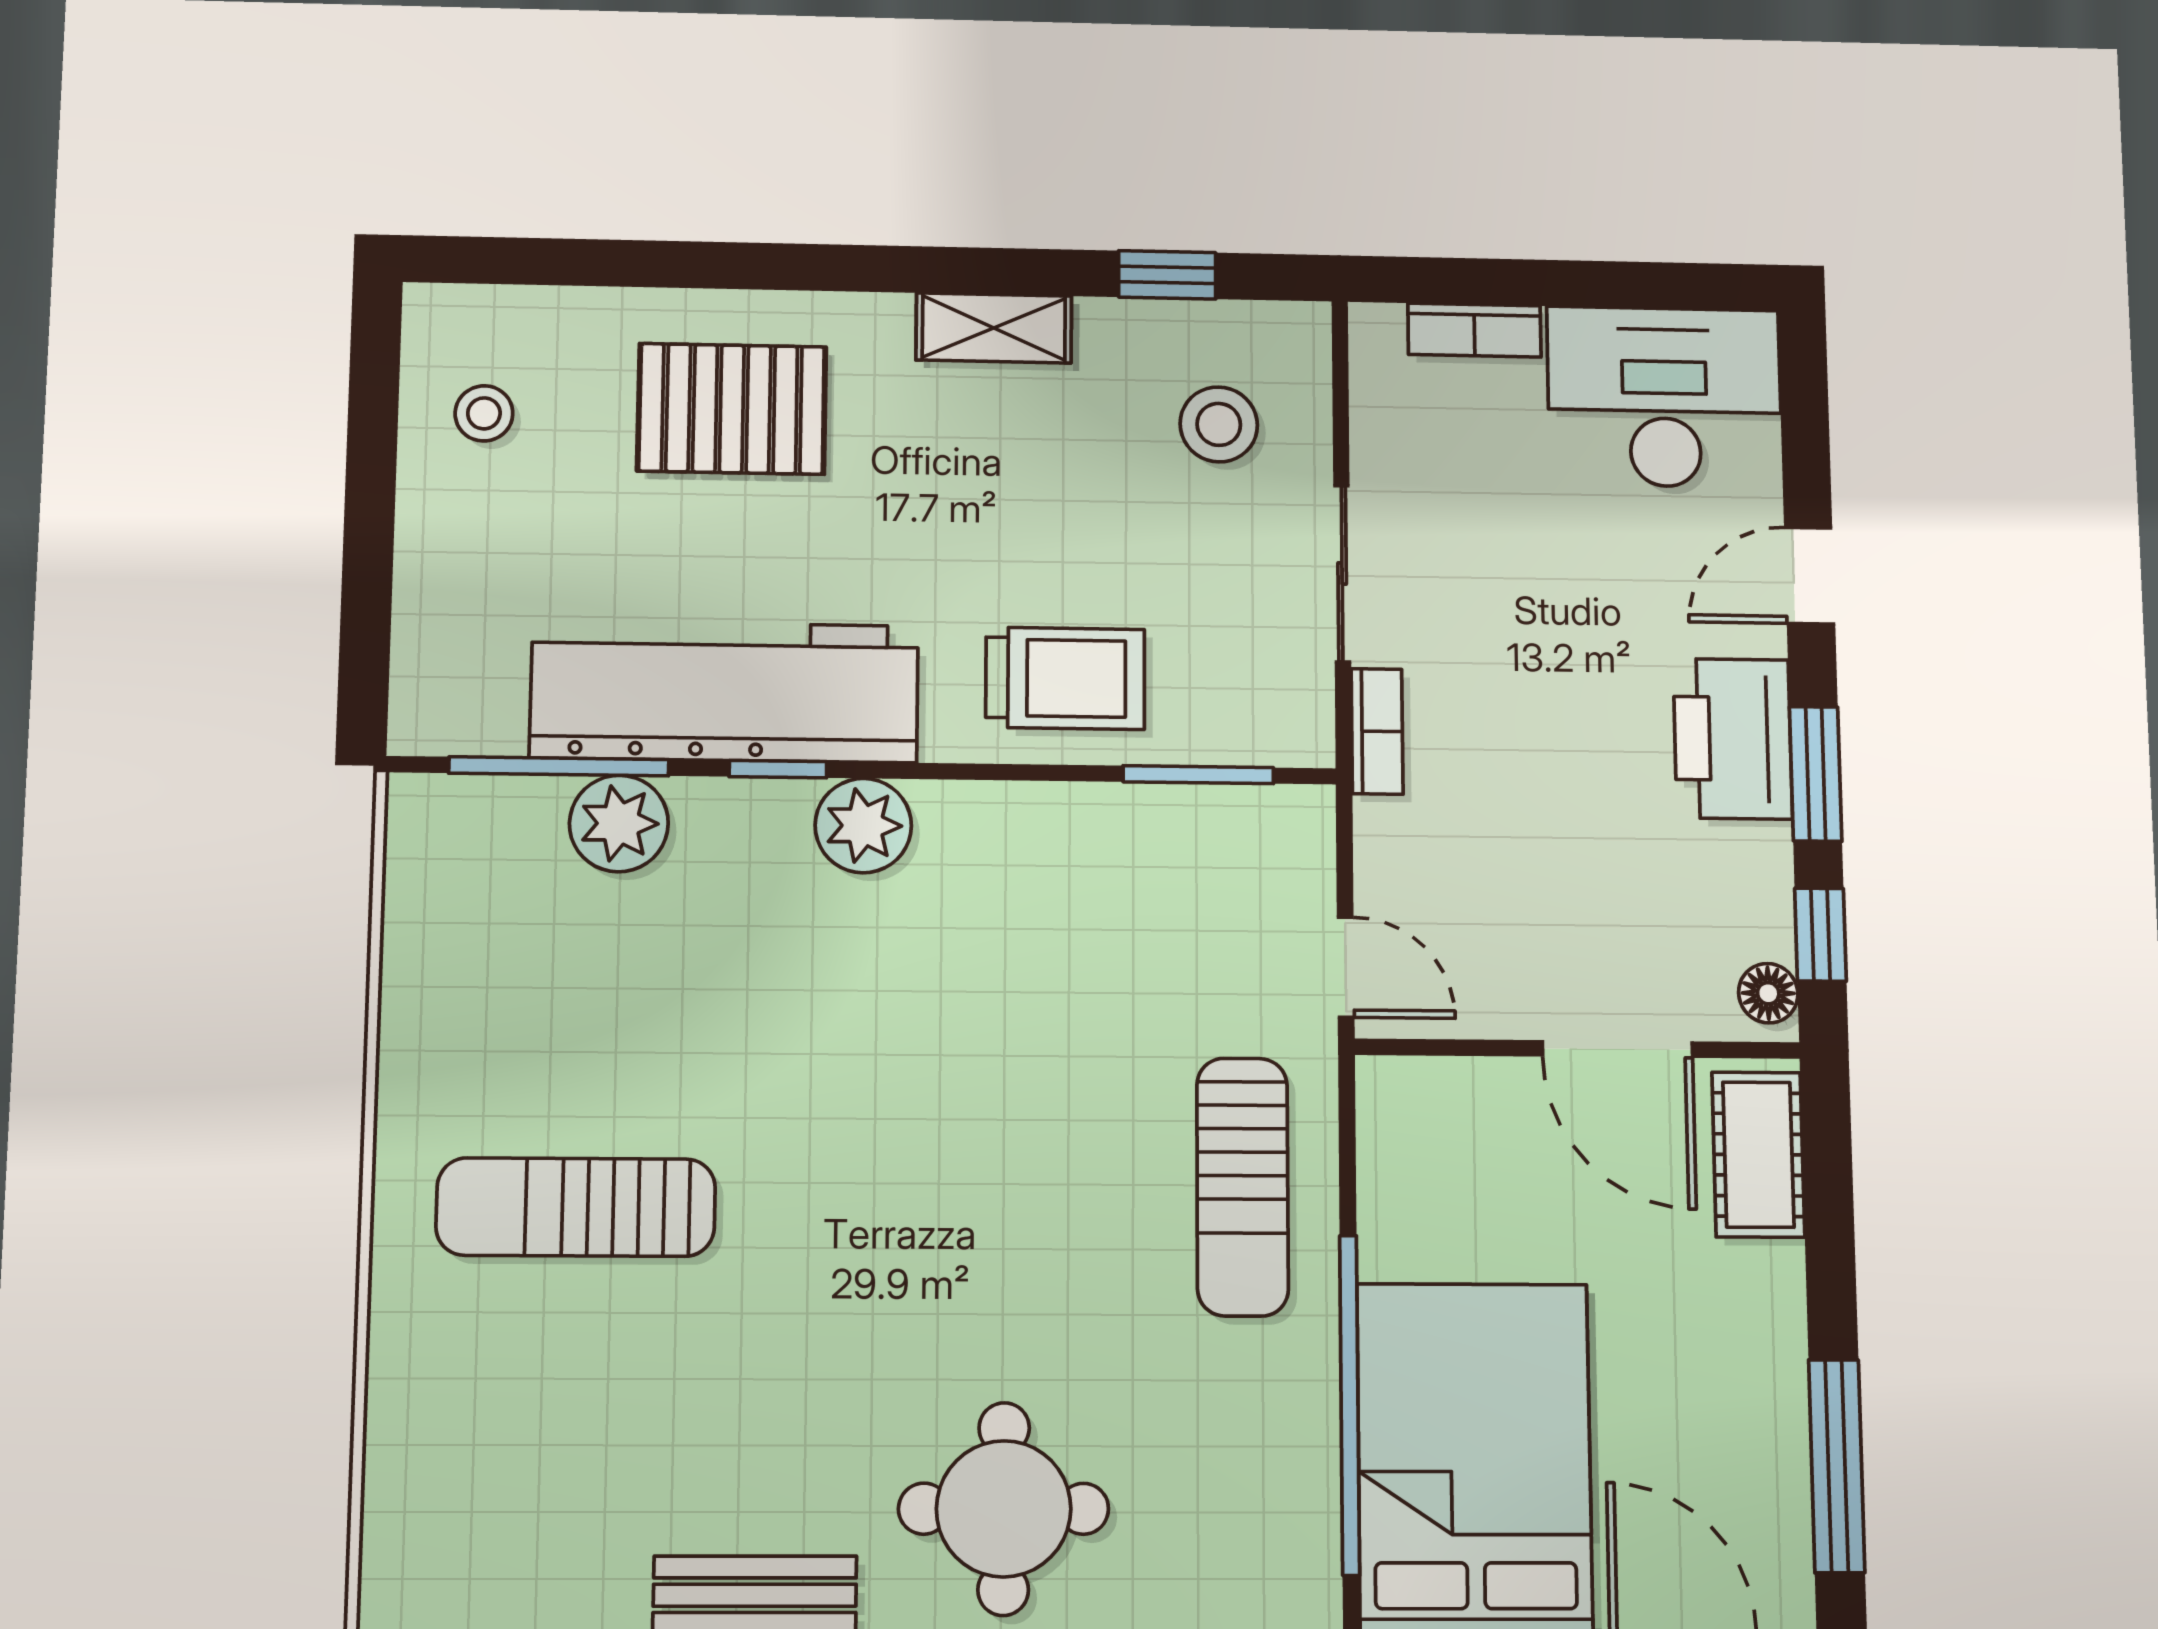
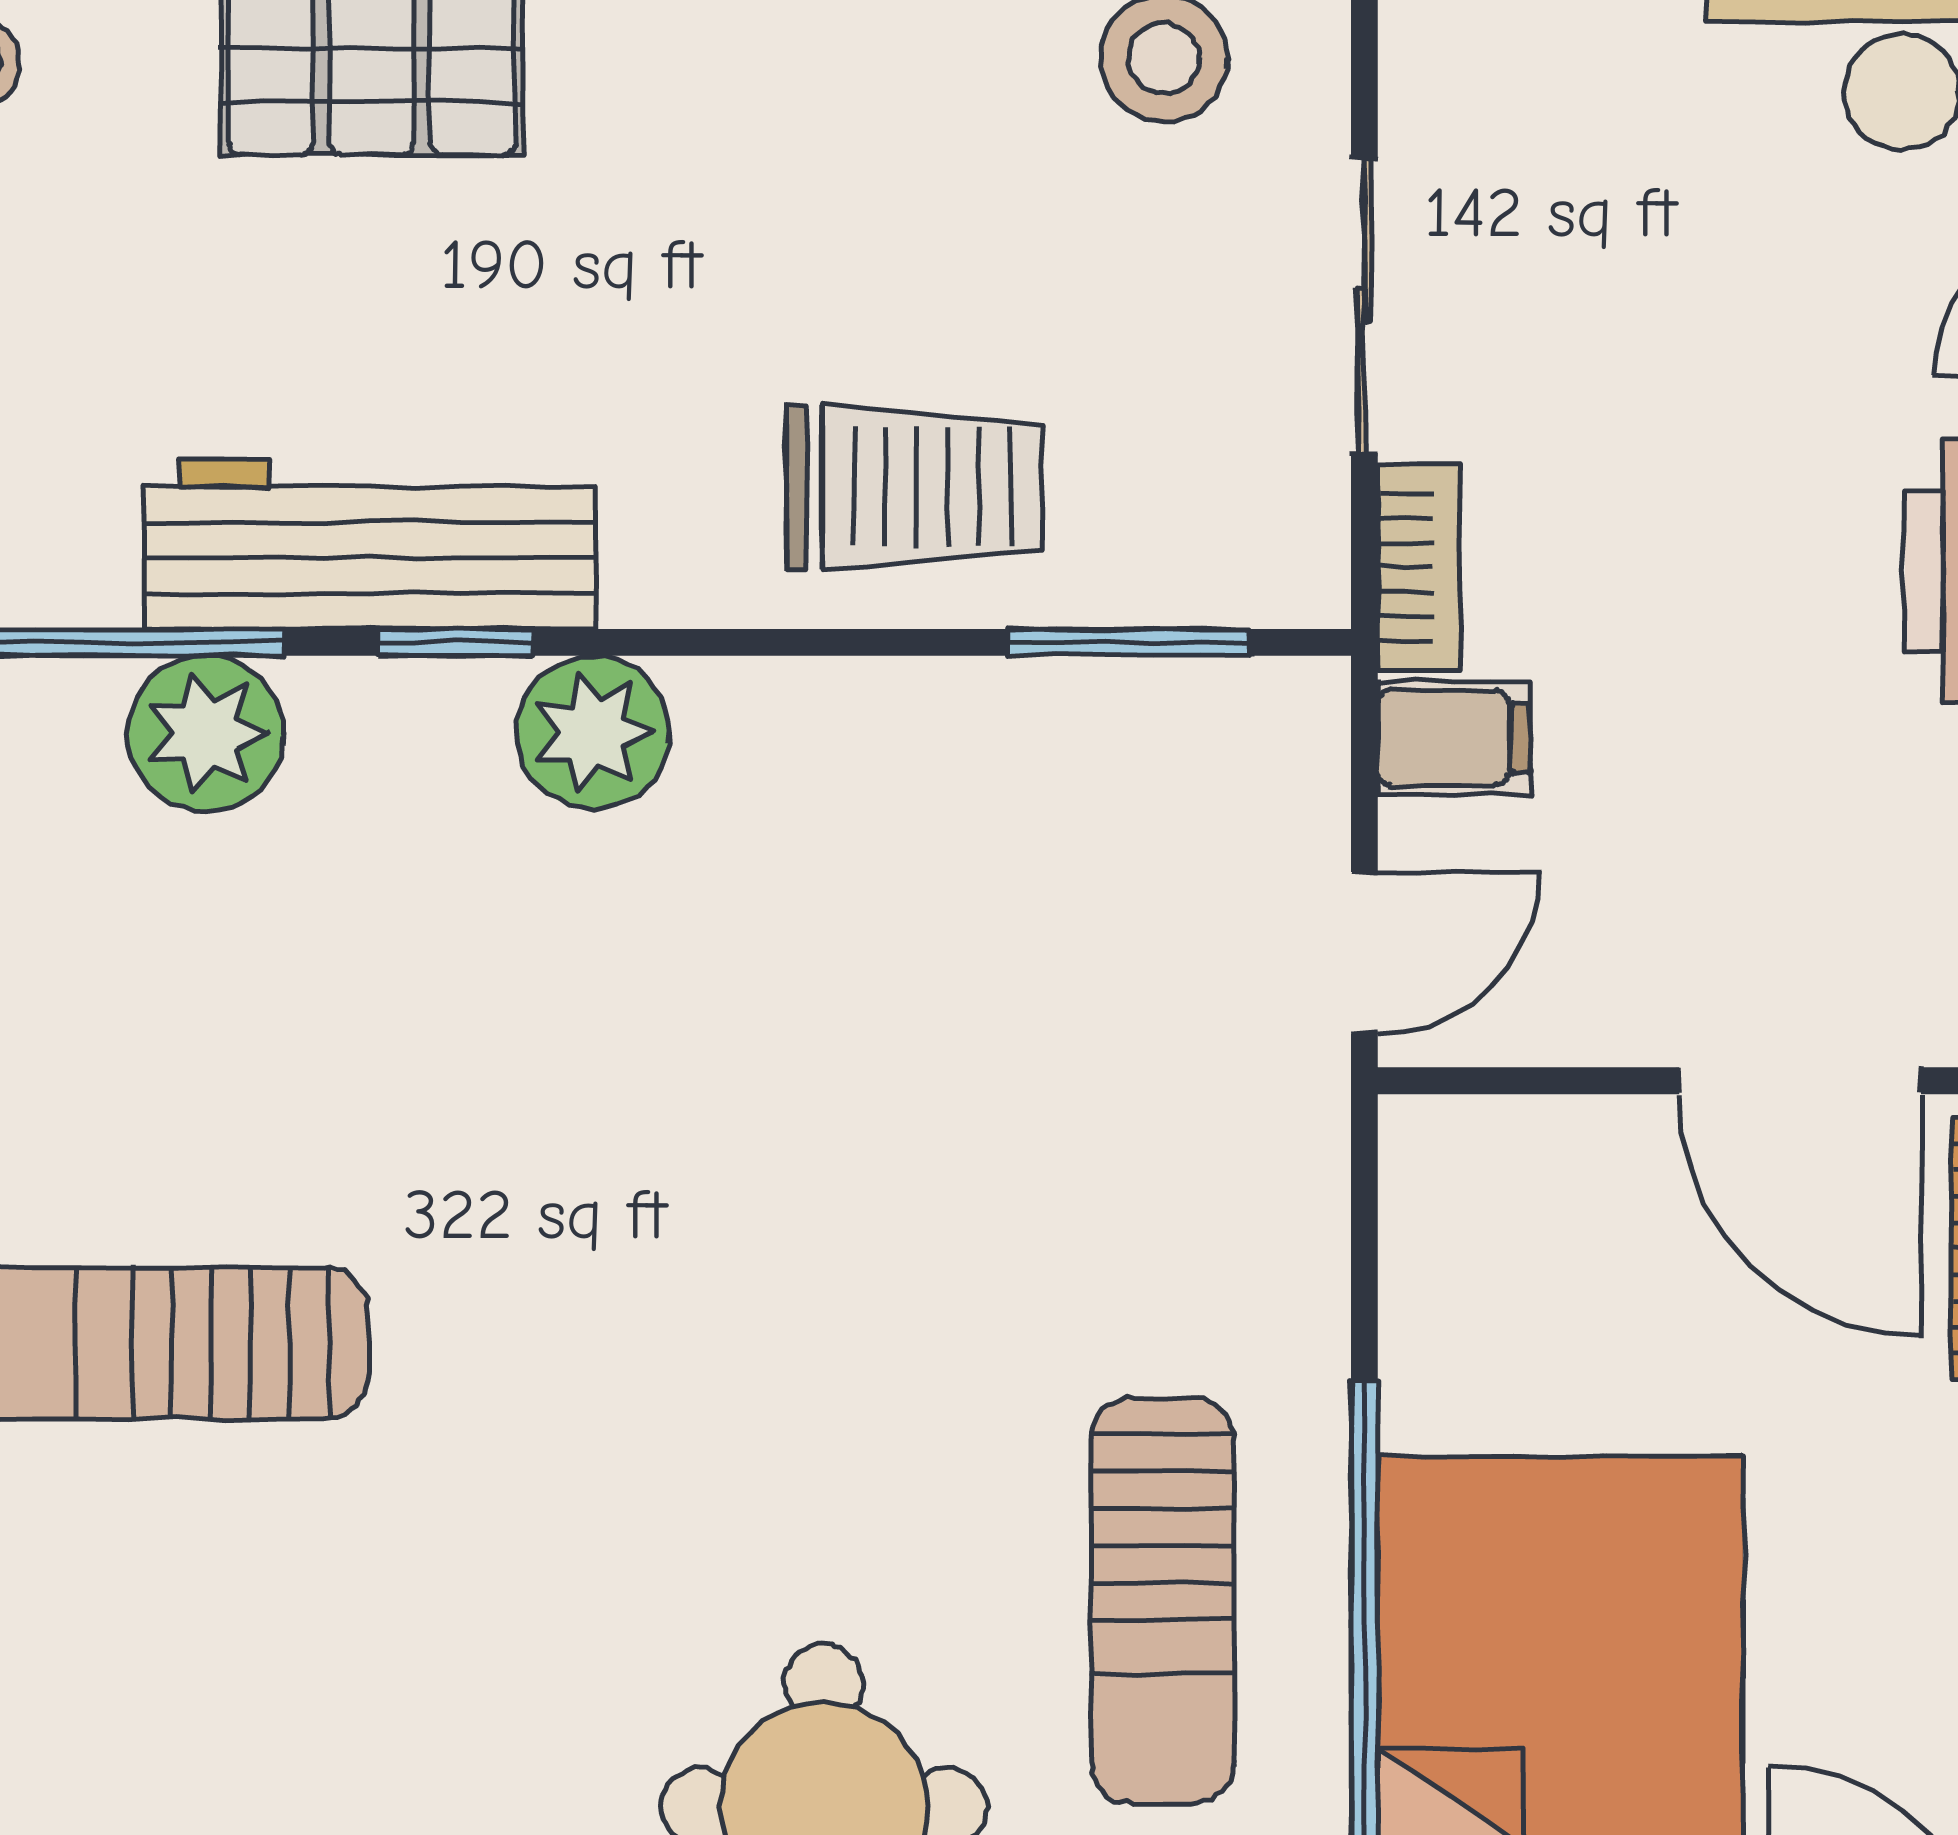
workbench: (725, 692) -> (369, 544), width x0.73, depth x0.76
filing cabinet: (1400, 836) -> (1454, 738), added
door: (1346, 967) -> (1364, 953), hinge flipped
sun lounger: (1243, 1187) -> (1162, 1600), moved

